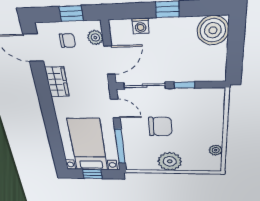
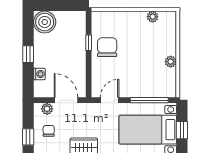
window: (71, 14) -> (28, 137), moved
sliding door: (145, 86) -> (89, 74), removed
chair: (160, 126) -> (107, 47), moved
plant: (170, 161) -> (171, 62), width x0.53, depth x0.53

